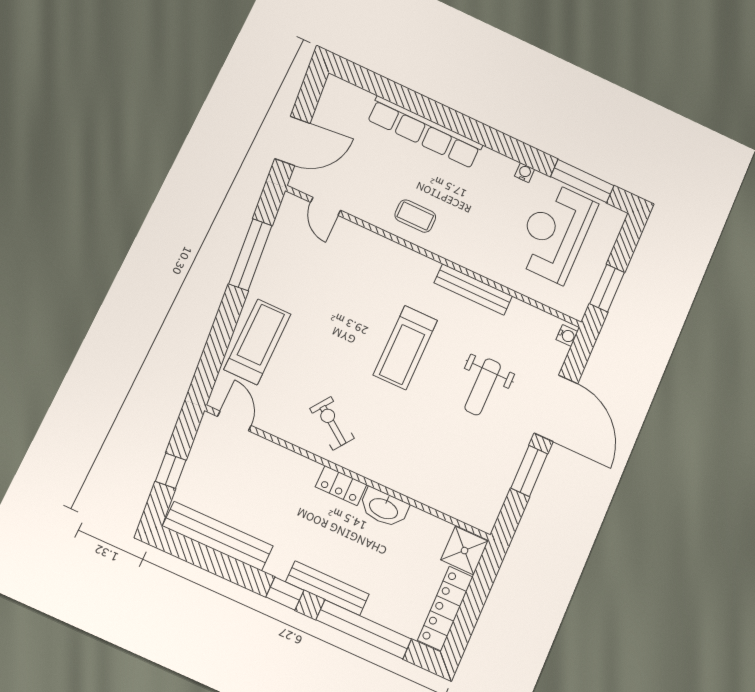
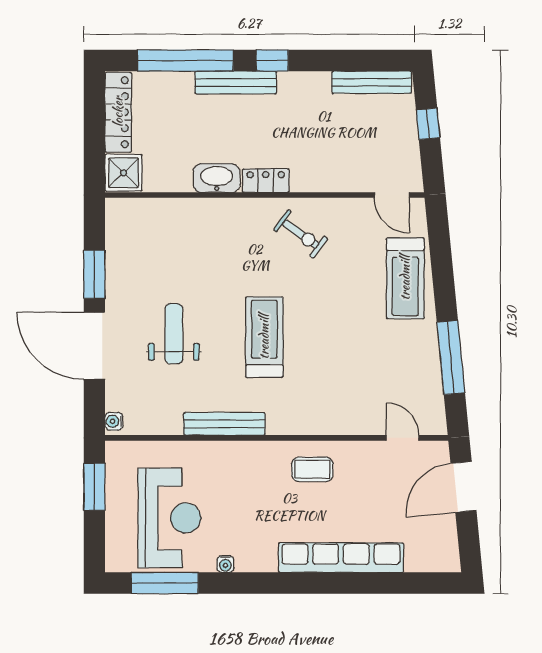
bench: (218, 536) -> (372, 82), width x0.73, depth x0.82

